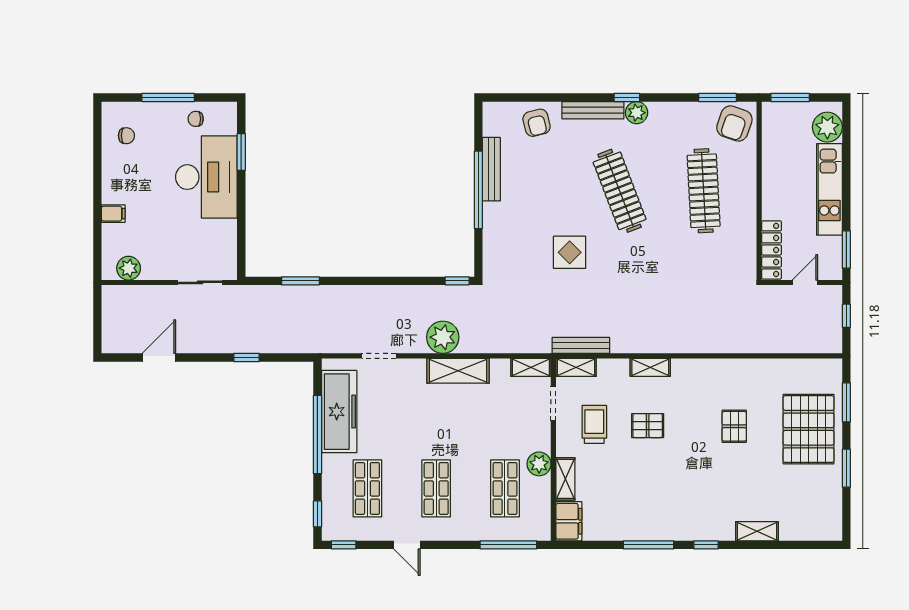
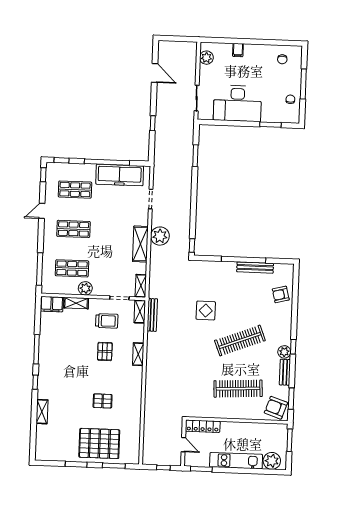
bench: (593, 110) -> (285, 372), moved, width x0.73
desk: (206, 177) -> (237, 103), moved

